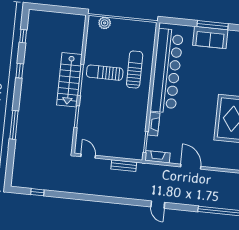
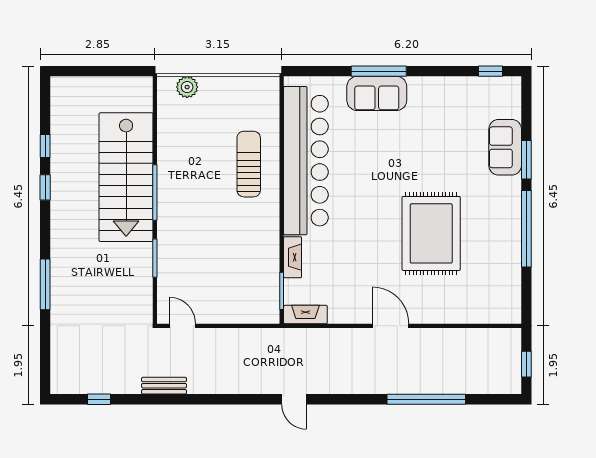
window: (23, 36) -> (45, 146), moved
sun lounger: (105, 73) -> (196, 175), removed
stairs: (69, 80) -> (126, 177), width x1.36, depth x1.51
bench: (124, 166) -> (164, 386), moved
door: (191, 167) -> (390, 326), moved
door: (158, 205) -> (294, 399), moved

